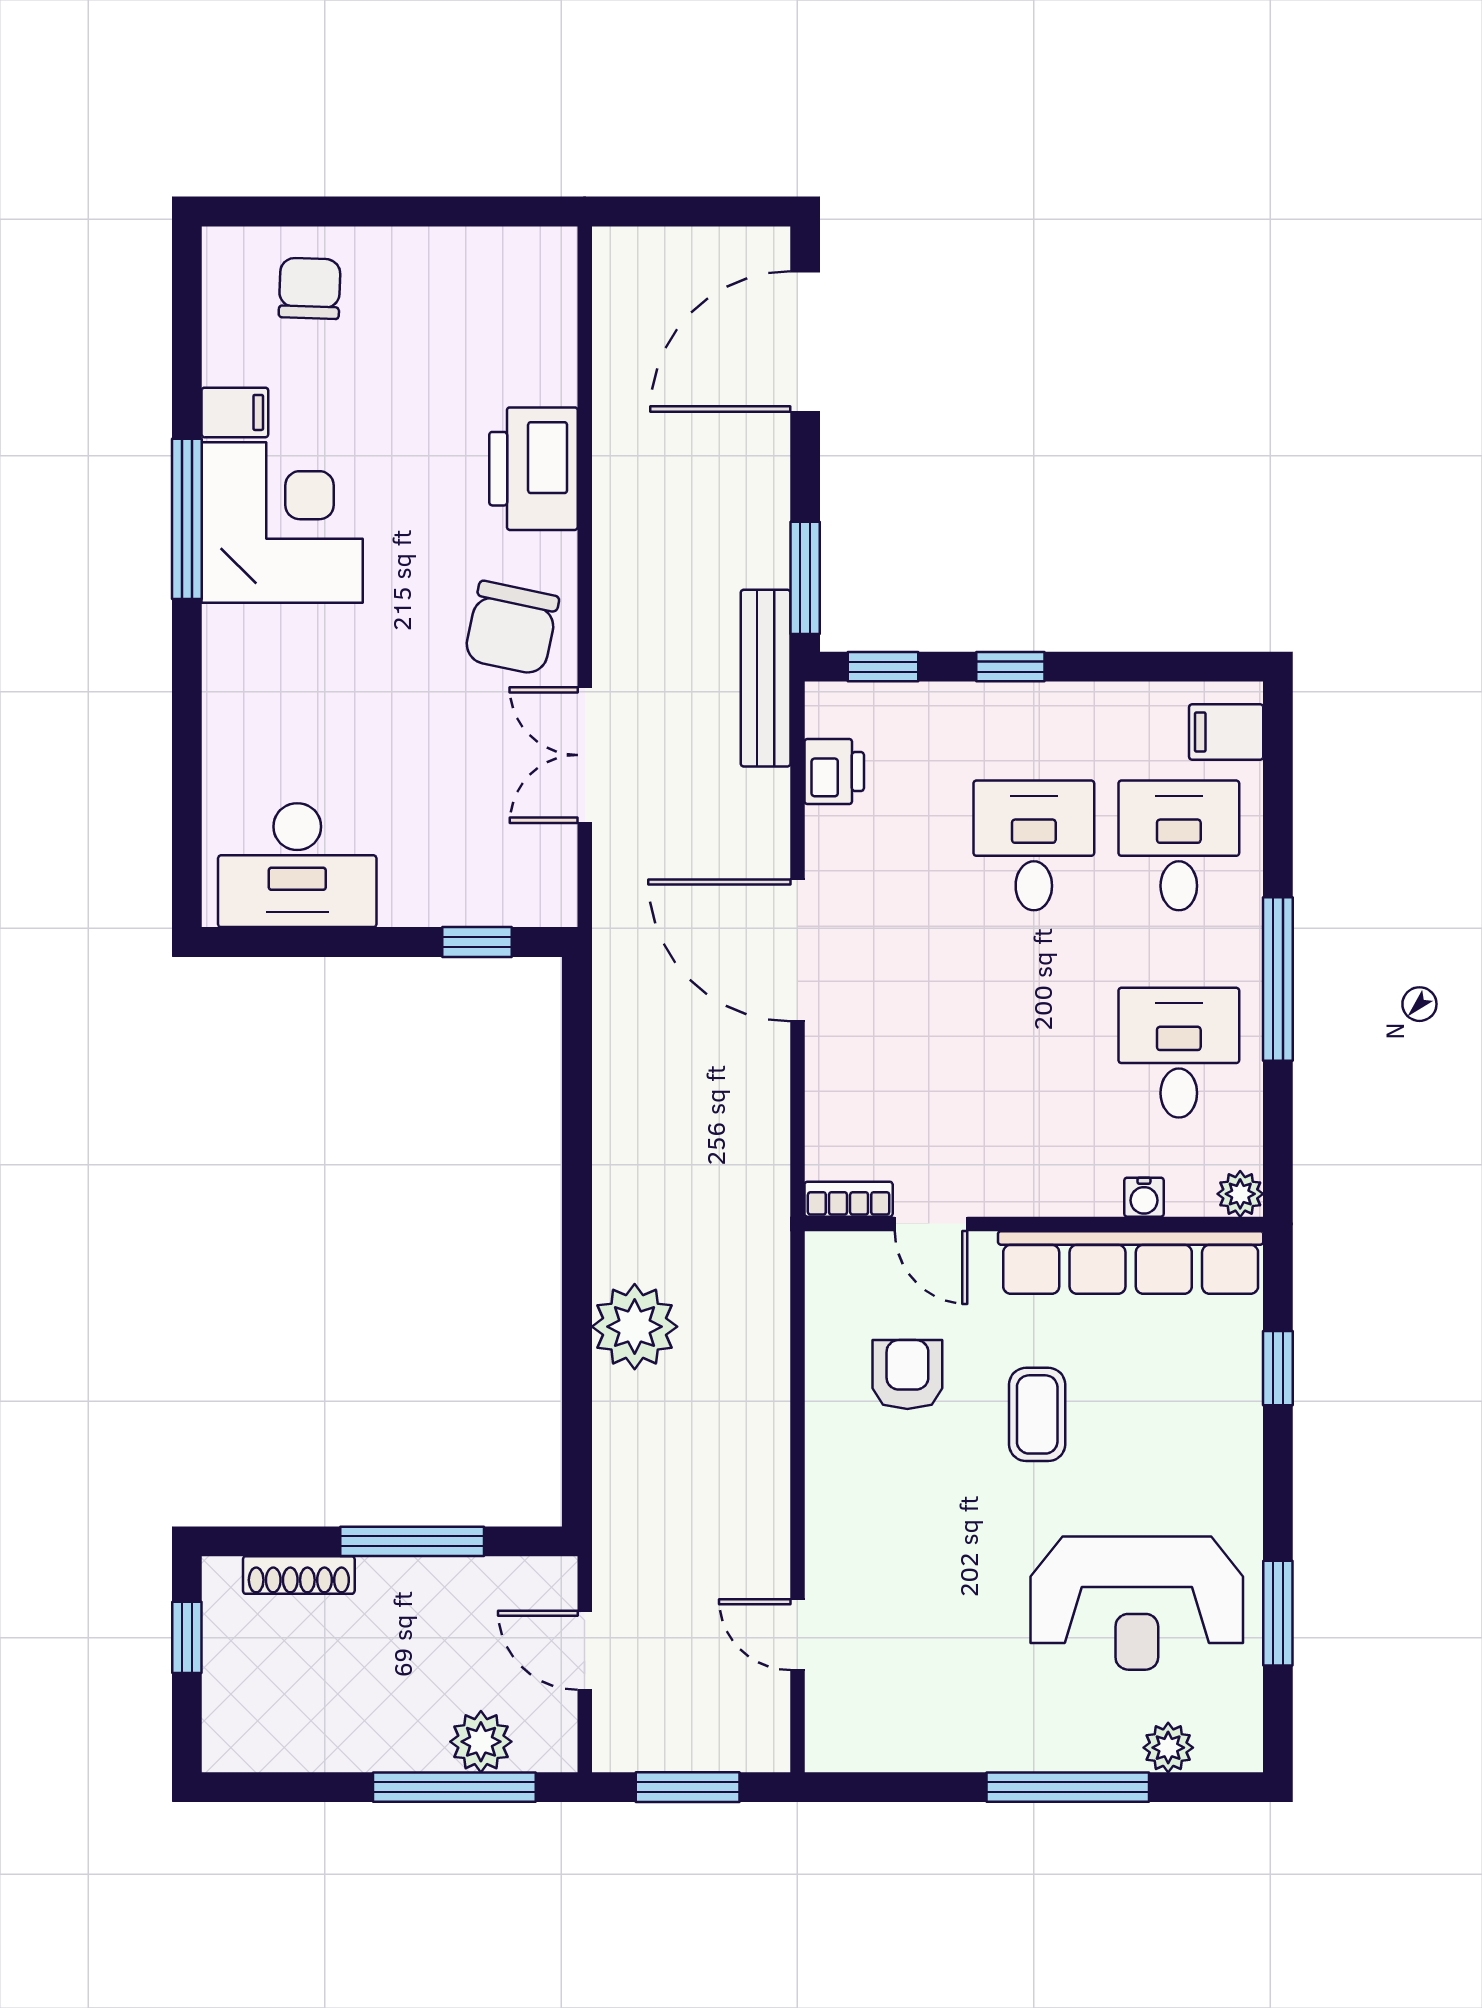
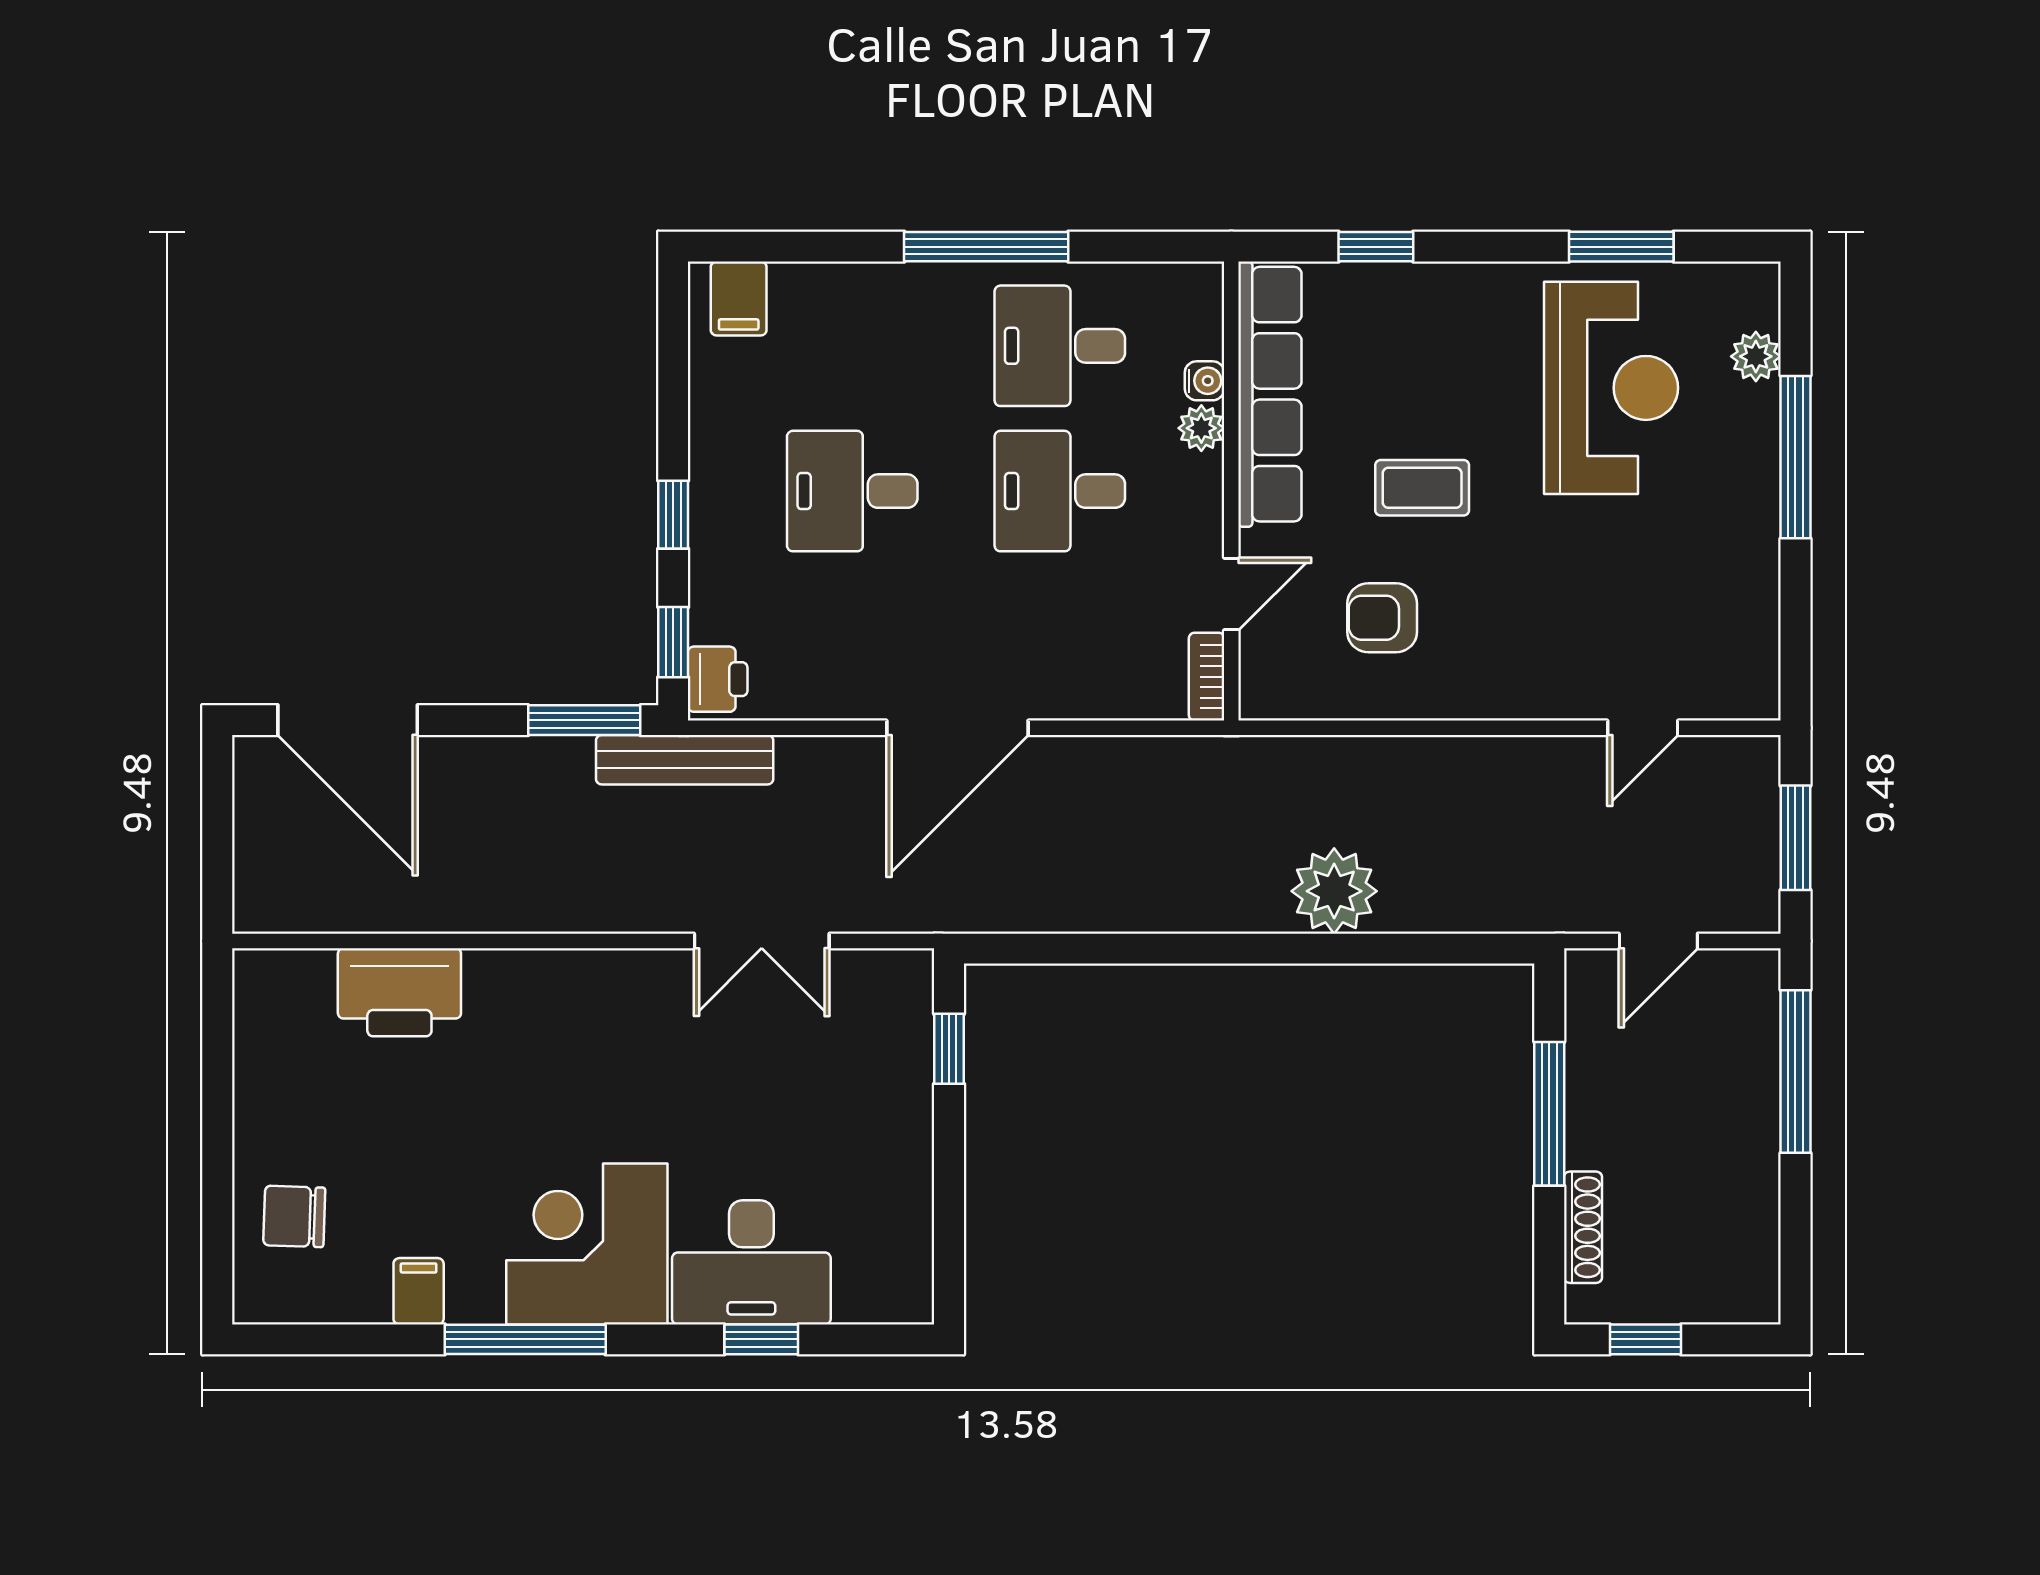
printer: (533, 469) -> (399, 992), moved
corner desk: (282, 523) -> (587, 1244), moved
chair: (512, 628) -> (634, 1014), removed
window: (187, 755) -> (761, 1339), added
printer: (834, 772) -> (718, 679), moved, turned 90
desk: (1179, 845) -> (1060, 491), moved
desk: (297, 865) -> (751, 1262), moved, turned 90
plant: (1240, 1194) -> (1201, 428), moved
plant: (481, 1742) -> (1750, 1045), removed

